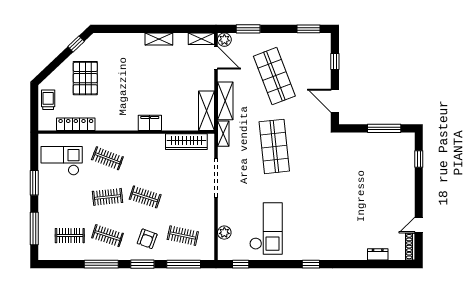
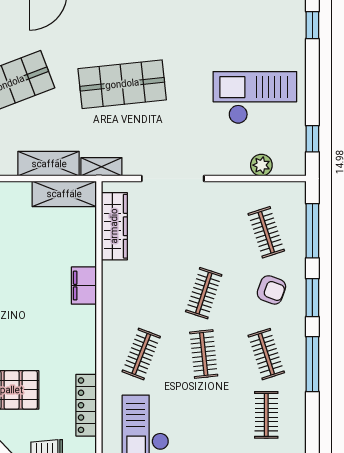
clothes rail: (107, 236) -> (266, 354), turned -36
clothes rail: (183, 236) -> (266, 232), turned -30

